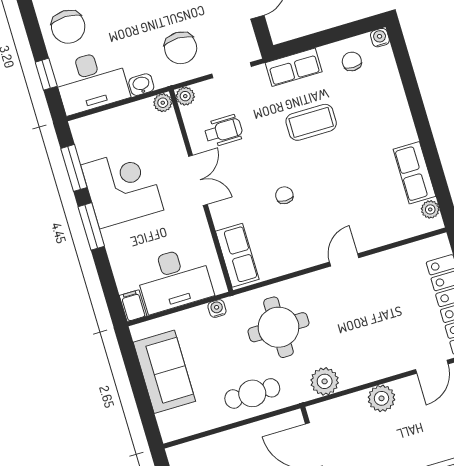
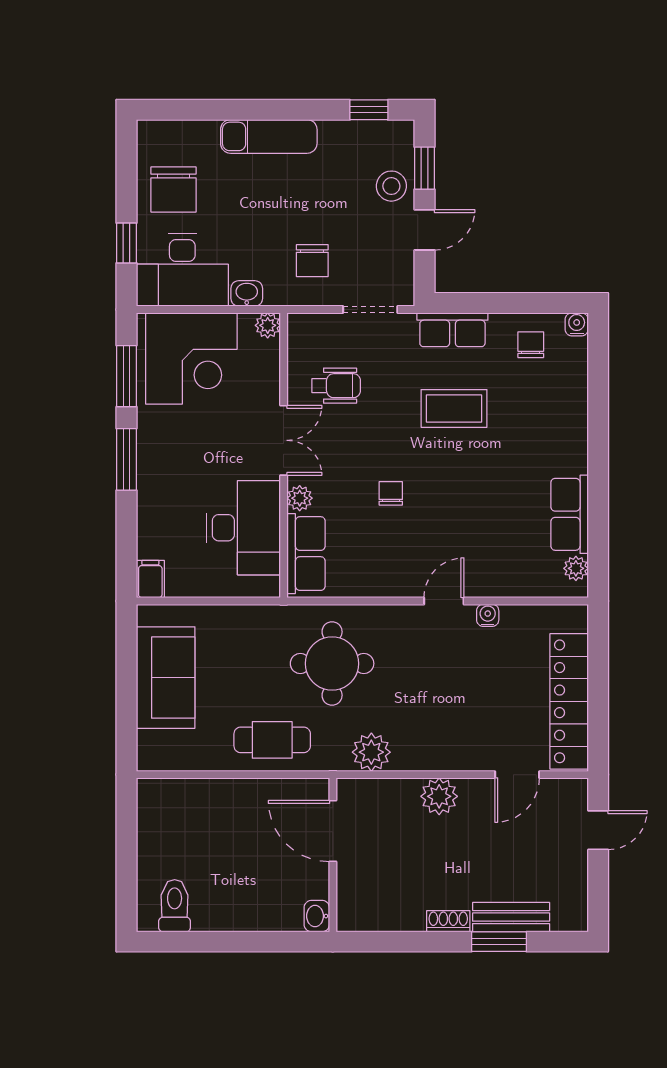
chair: (181, 48) -> (312, 261), width x0.73, depth x0.73
plant: (185, 96) -> (300, 498), moved
corner desk: (122, 187) -> (191, 358), moved, turned 90
desk: (174, 279) -> (243, 528), moved, turned -90
water cooler: (217, 309) -> (488, 615), moved

